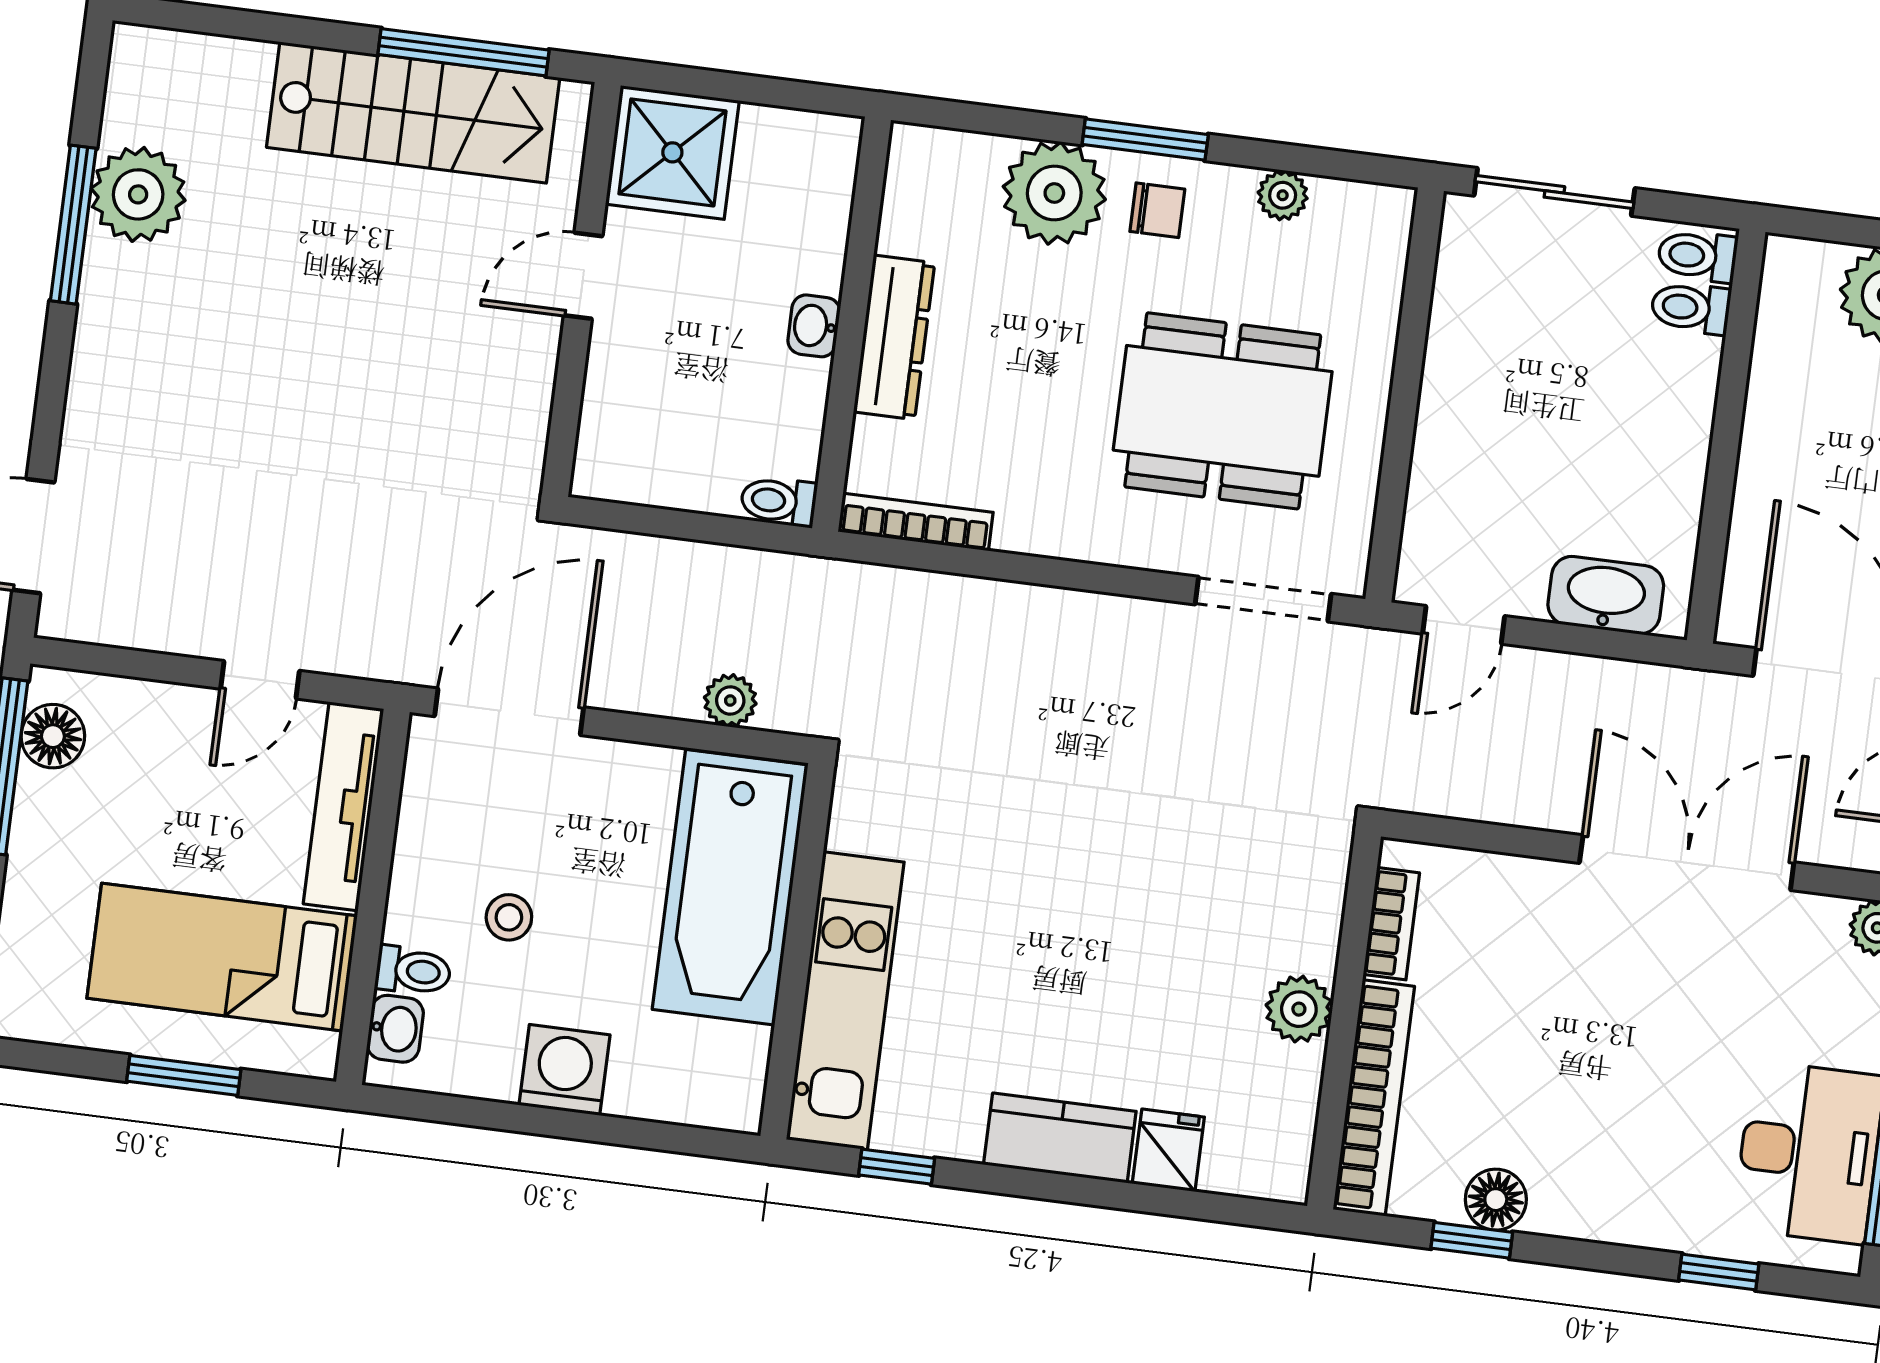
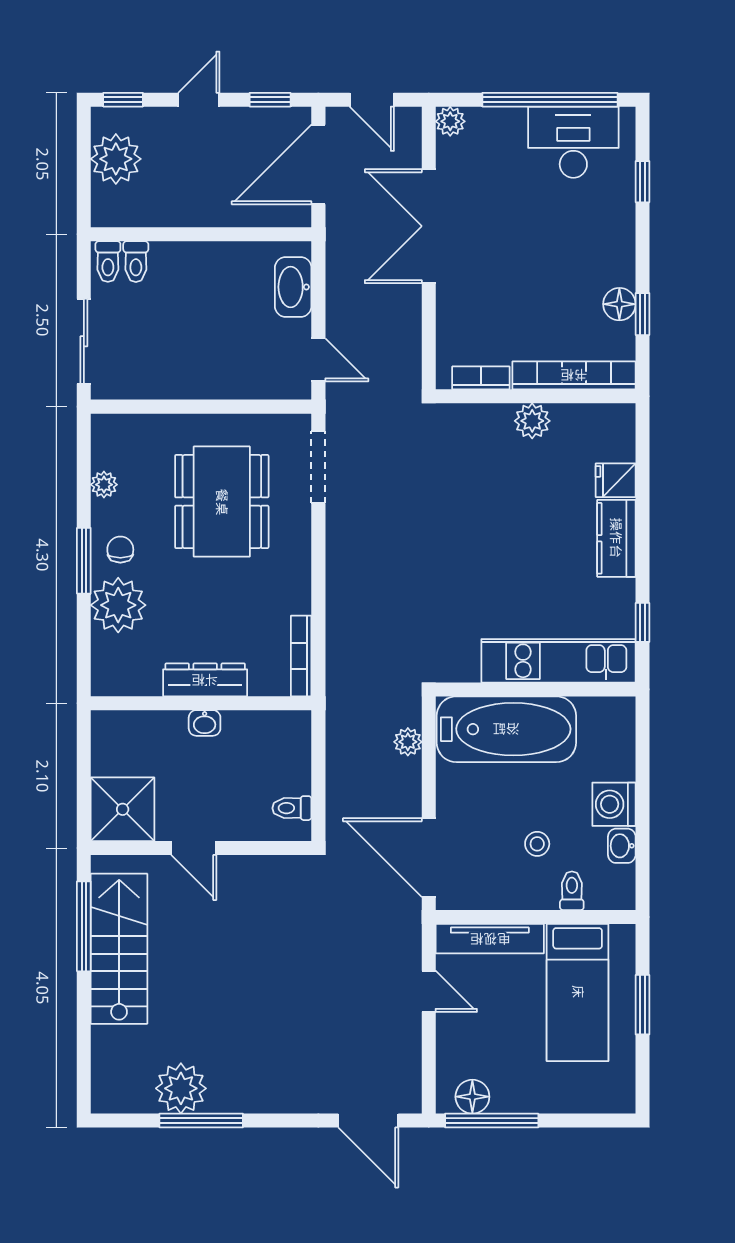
toilet: (779, 501) -> (292, 808), moved, turned 90
washbasin: (395, 1029) -> (622, 846), moved, turned -90

